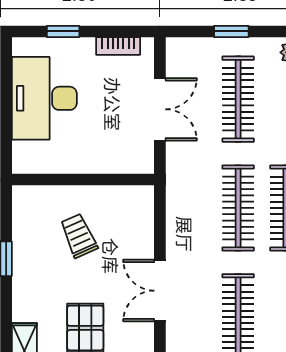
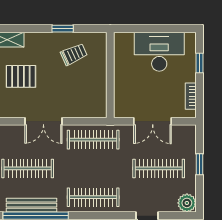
clothes rail: (238, 208) -> (93, 140), moved
trolley: (79, 236) -> (74, 54), moved
double door: (160, 291) -> (43, 121), swing flipped

